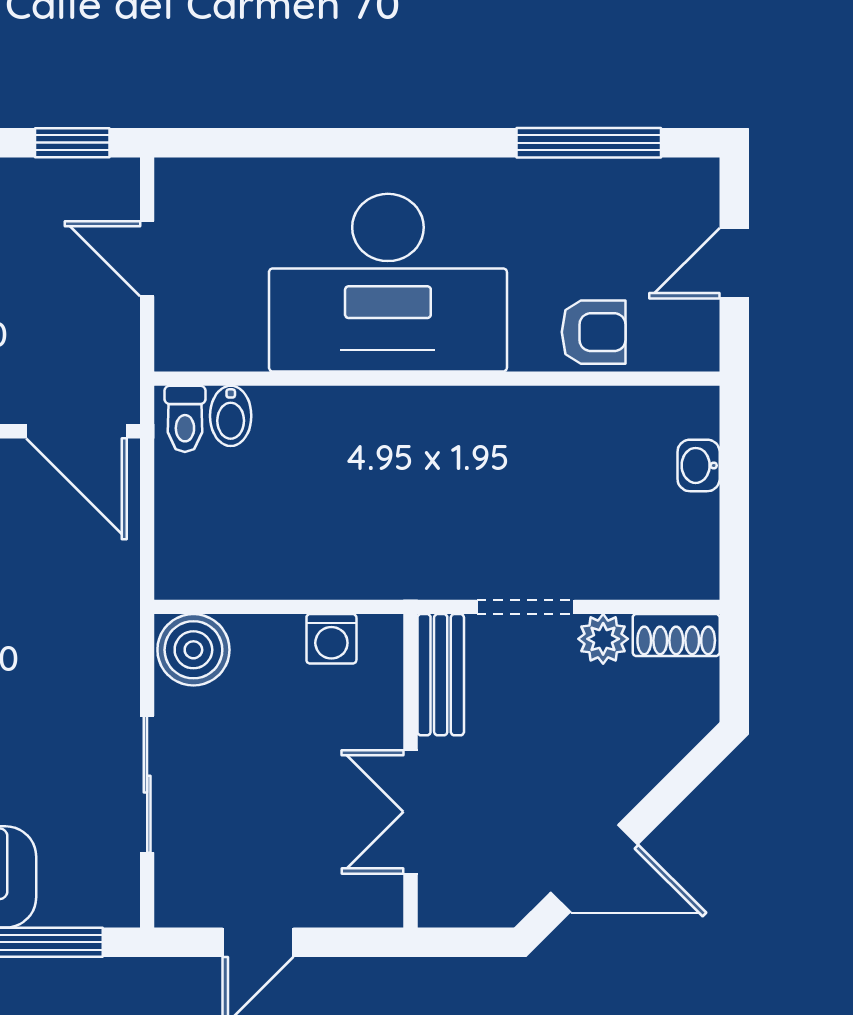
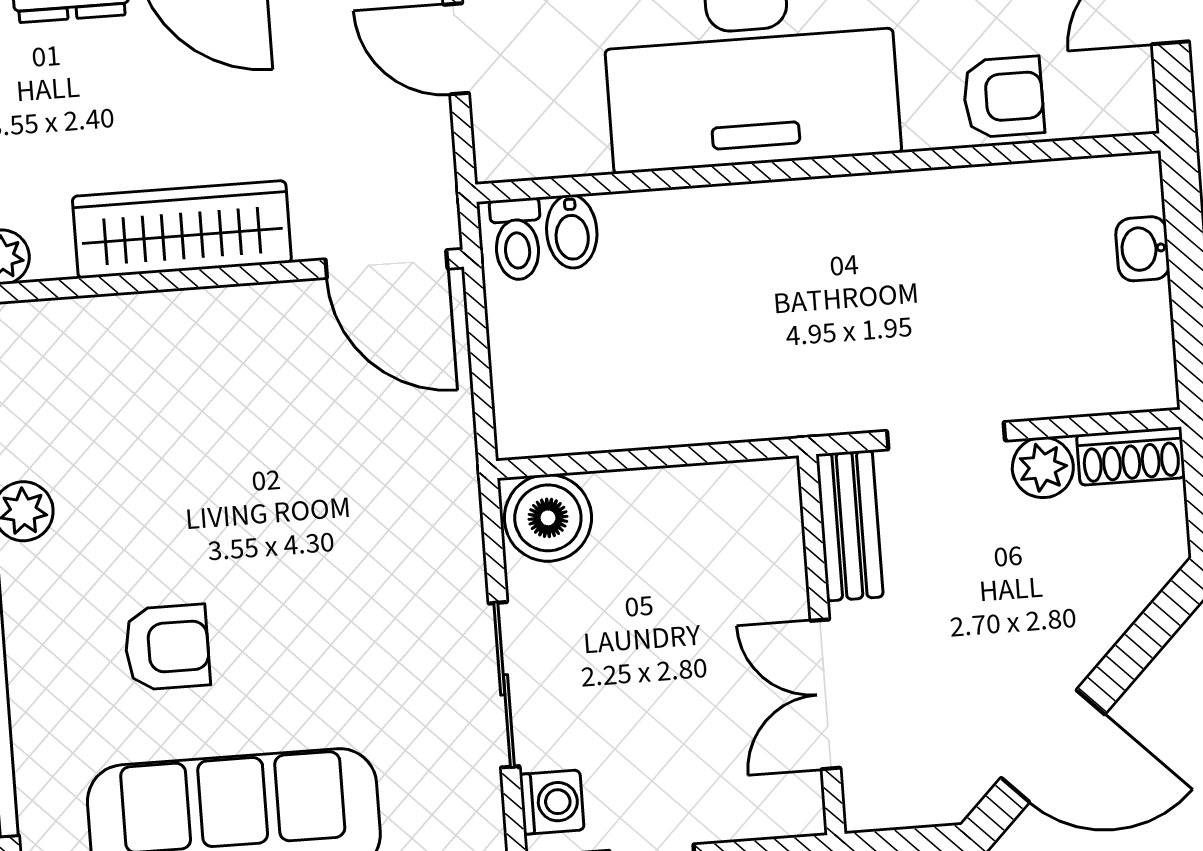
washing machine: (331, 639) -> (552, 802), moved, turned -90

